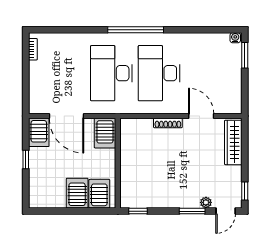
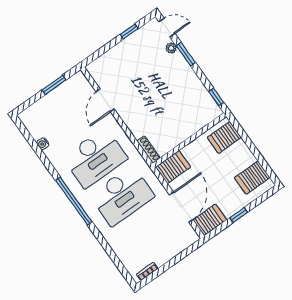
water cooler: (235, 38) -> (43, 144), moved
window: (245, 55) -> (54, 85), moved
shoe rack: (168, 123) -> (149, 150), moved
wardrobe: (233, 142) -> (108, 60), removed
window: (245, 191) -> (129, 31), moved
server rack: (77, 193) -> (252, 178), moved

